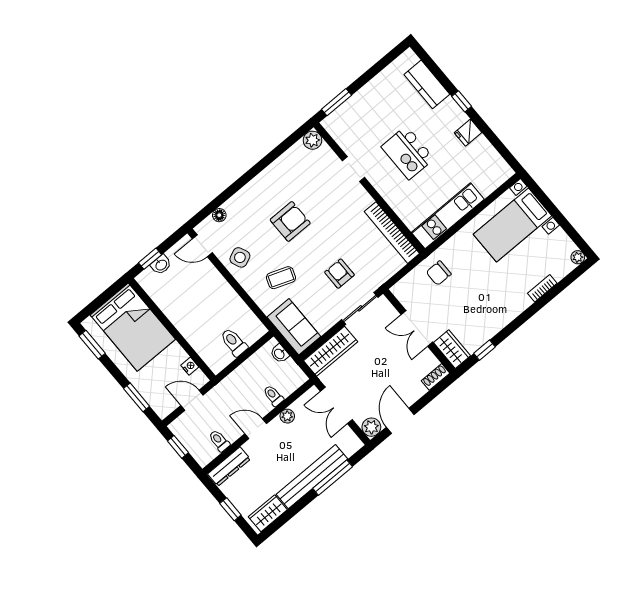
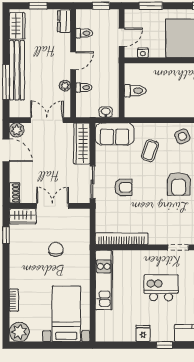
plant: (578, 257) -> (19, 332), width x1.87, depth x1.87
chair: (439, 273) -> (56, 249), moved
dresser: (229, 467) -> (64, 21), width x0.70

